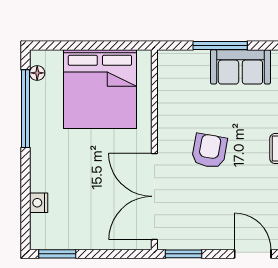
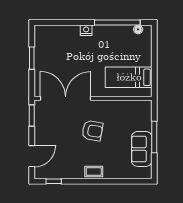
bed: (100, 89) -> (129, 77), width x0.49
nightstand: (39, 203) -> (86, 30), moved
window: (57, 254) -> (32, 58), moved

